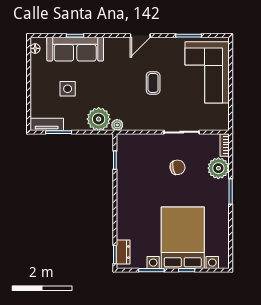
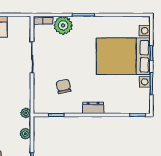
plant: (99, 119) -> (25, 134), width x0.53, depth x0.53
chair: (177, 167) -> (64, 86), moved
dresser: (123, 252) -> (93, 108), moved

